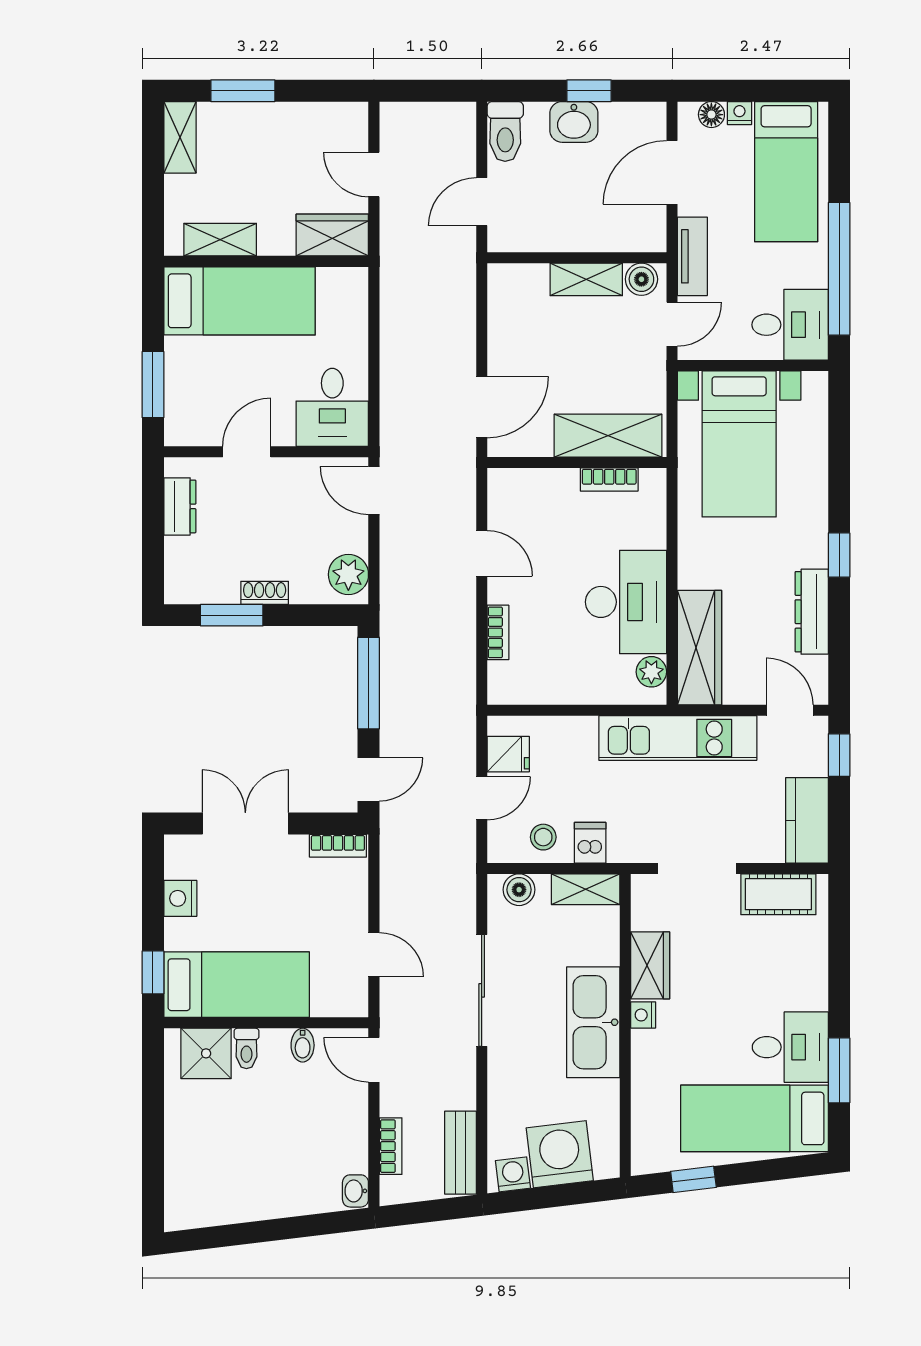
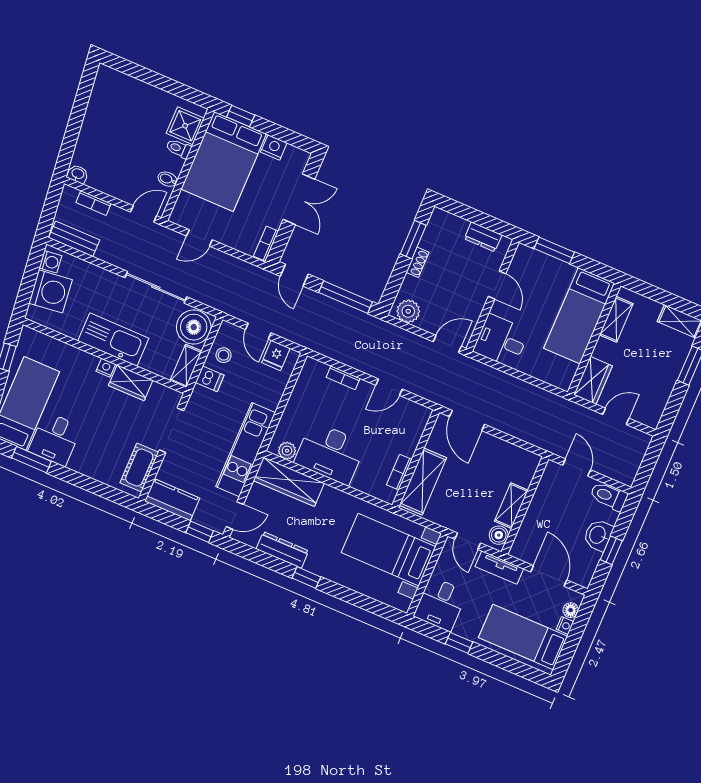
window: (839, 269) -> (459, 643), width x0.32
boiler: (519, 890) -> (194, 327), width x1.86, depth x1.86
bed: (237, 985) -> (224, 161), width x1.50

